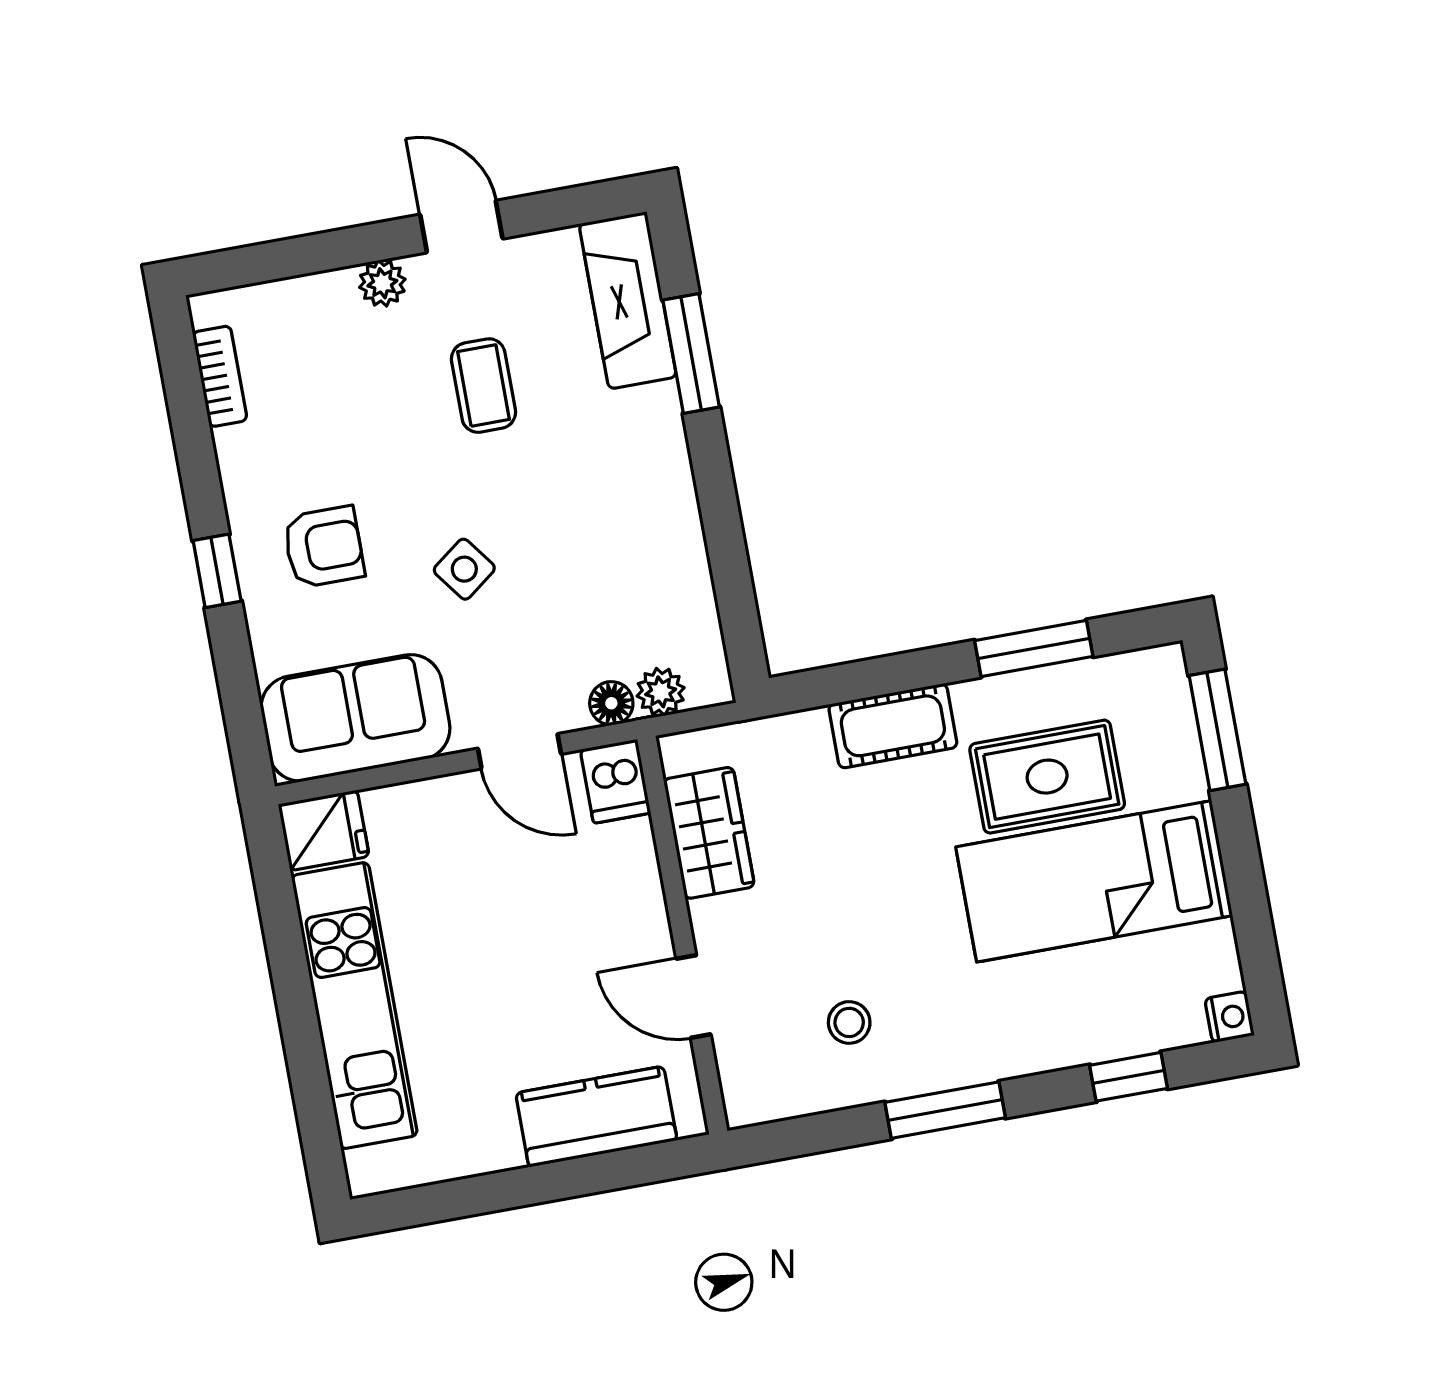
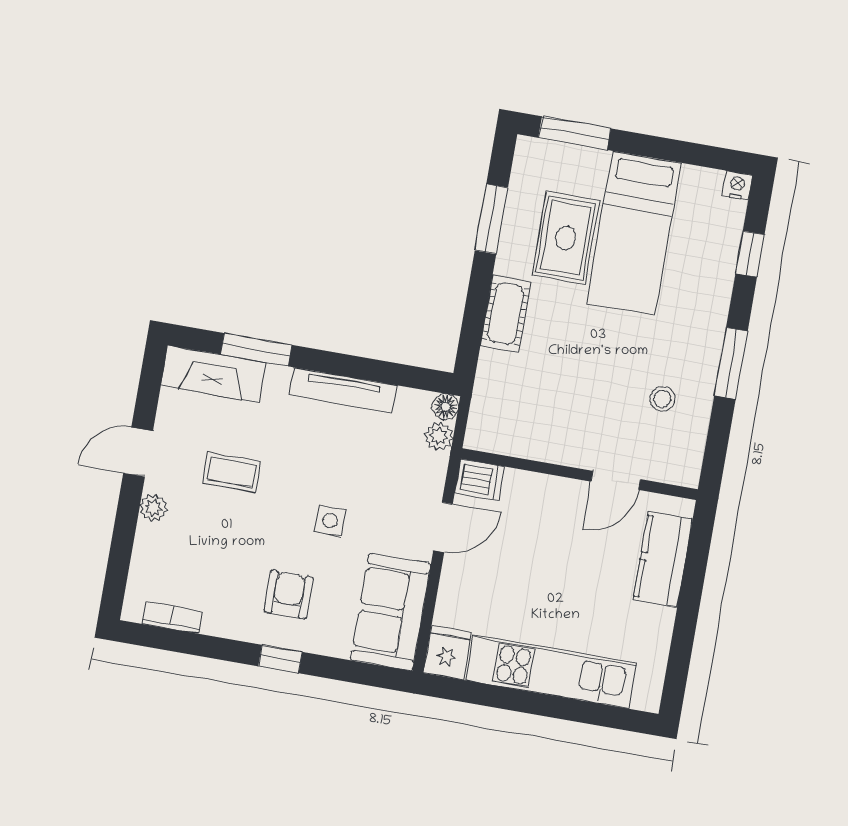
tv unit: (677, 514) -> (343, 390), added
side table: (464, 569) -> (330, 521), turned 37
floor lamp: (611, 703) -> (445, 407), moved
wardrobe: (709, 833) -> (528, 438), removed

